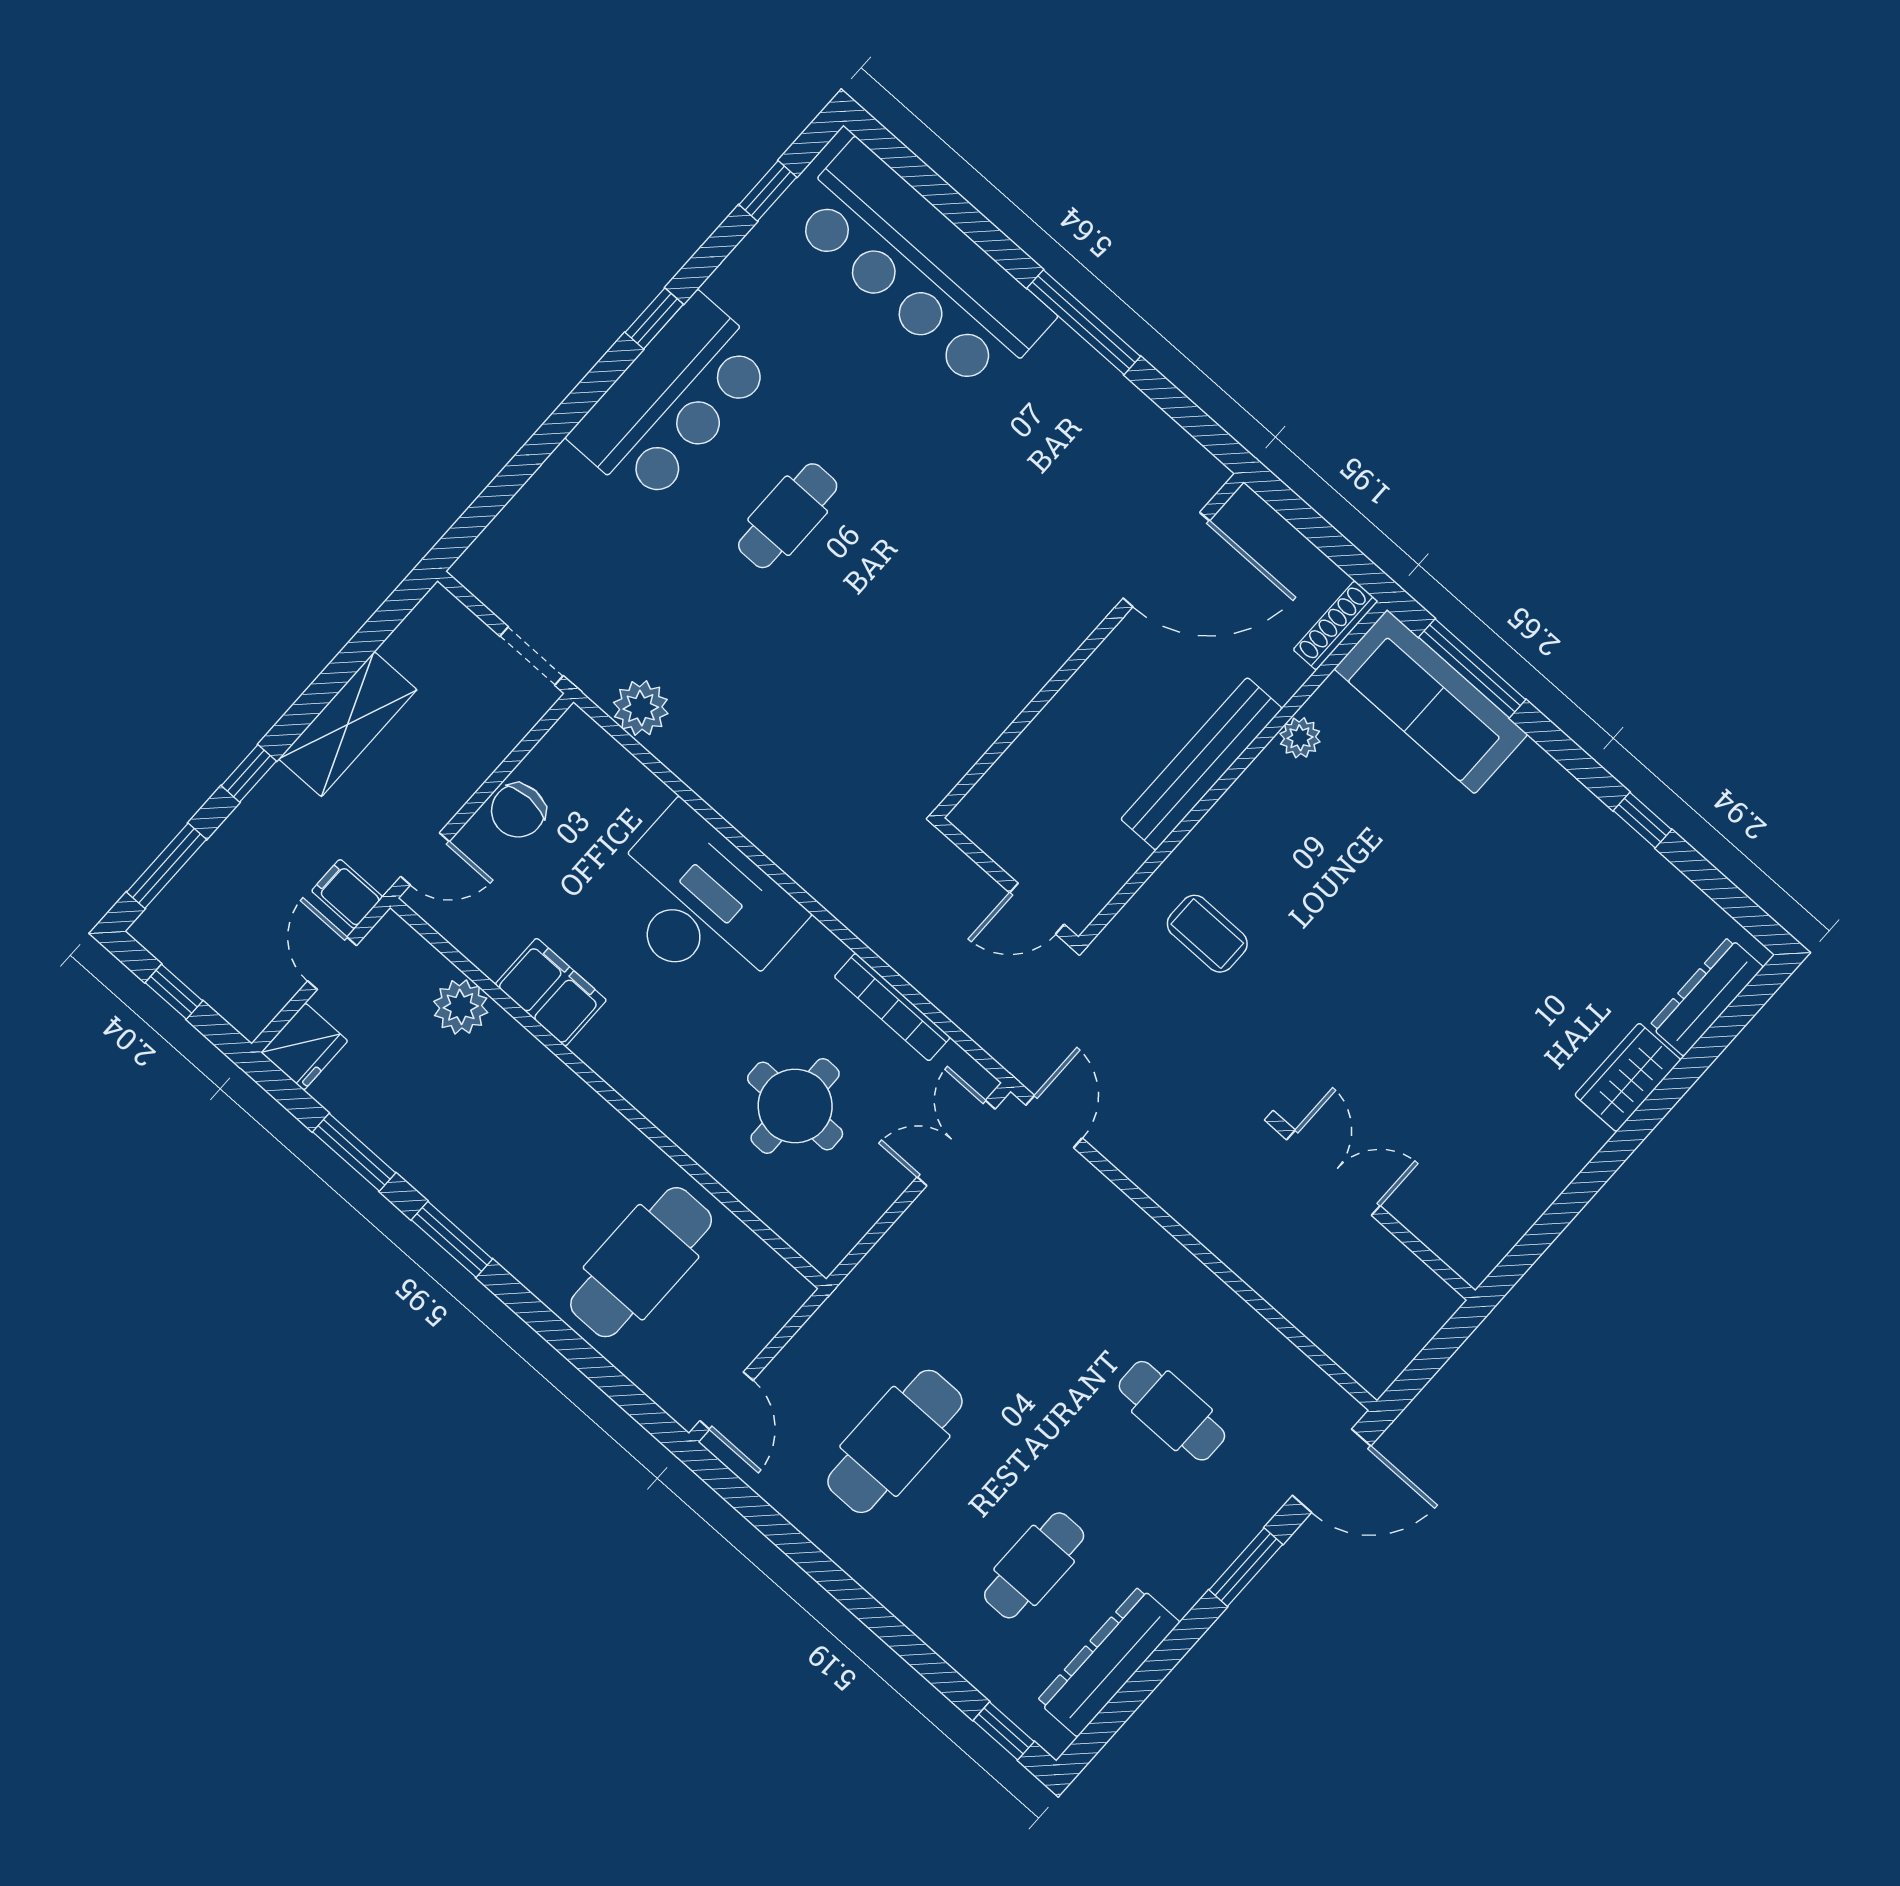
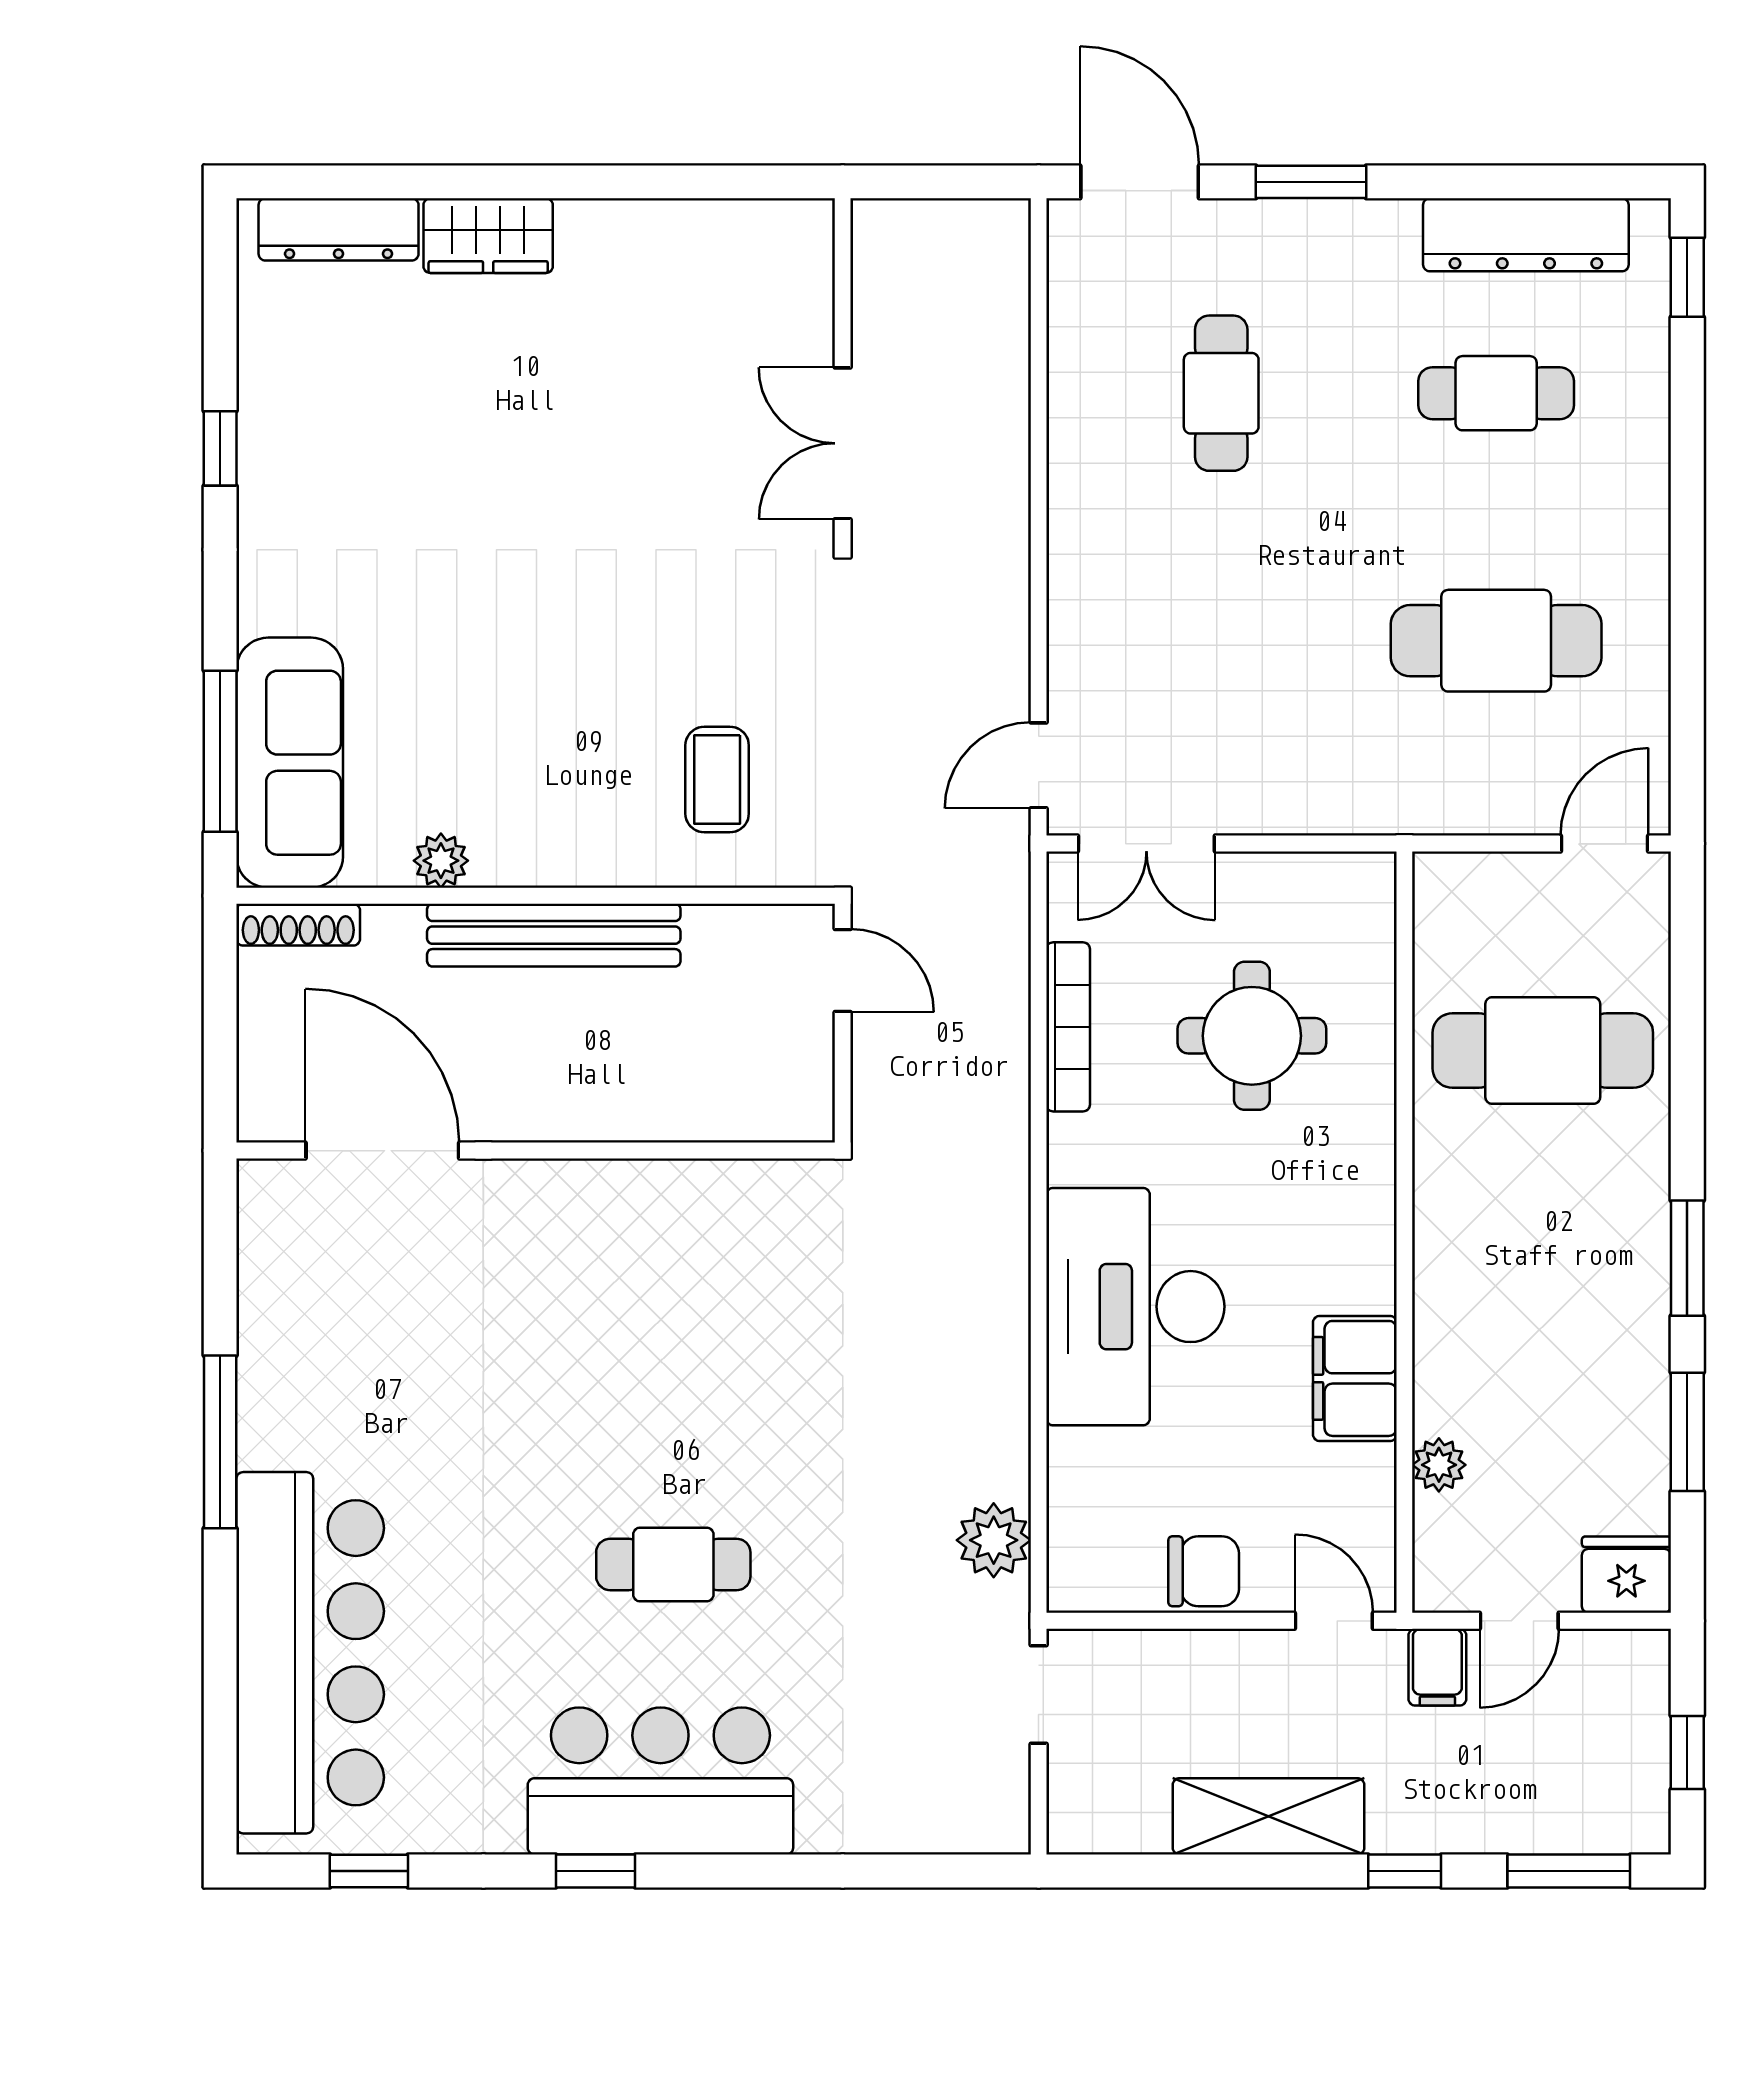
plant: (461, 1007) -> (1439, 1465), width x0.73, depth x0.73

